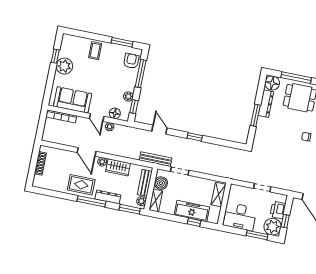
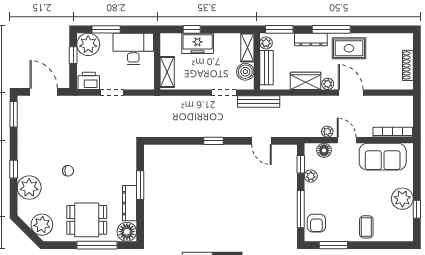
printer: (278, 210) -> (89, 81), moved, turned -90
freezer: (192, 211) -> (198, 43), width x0.71

